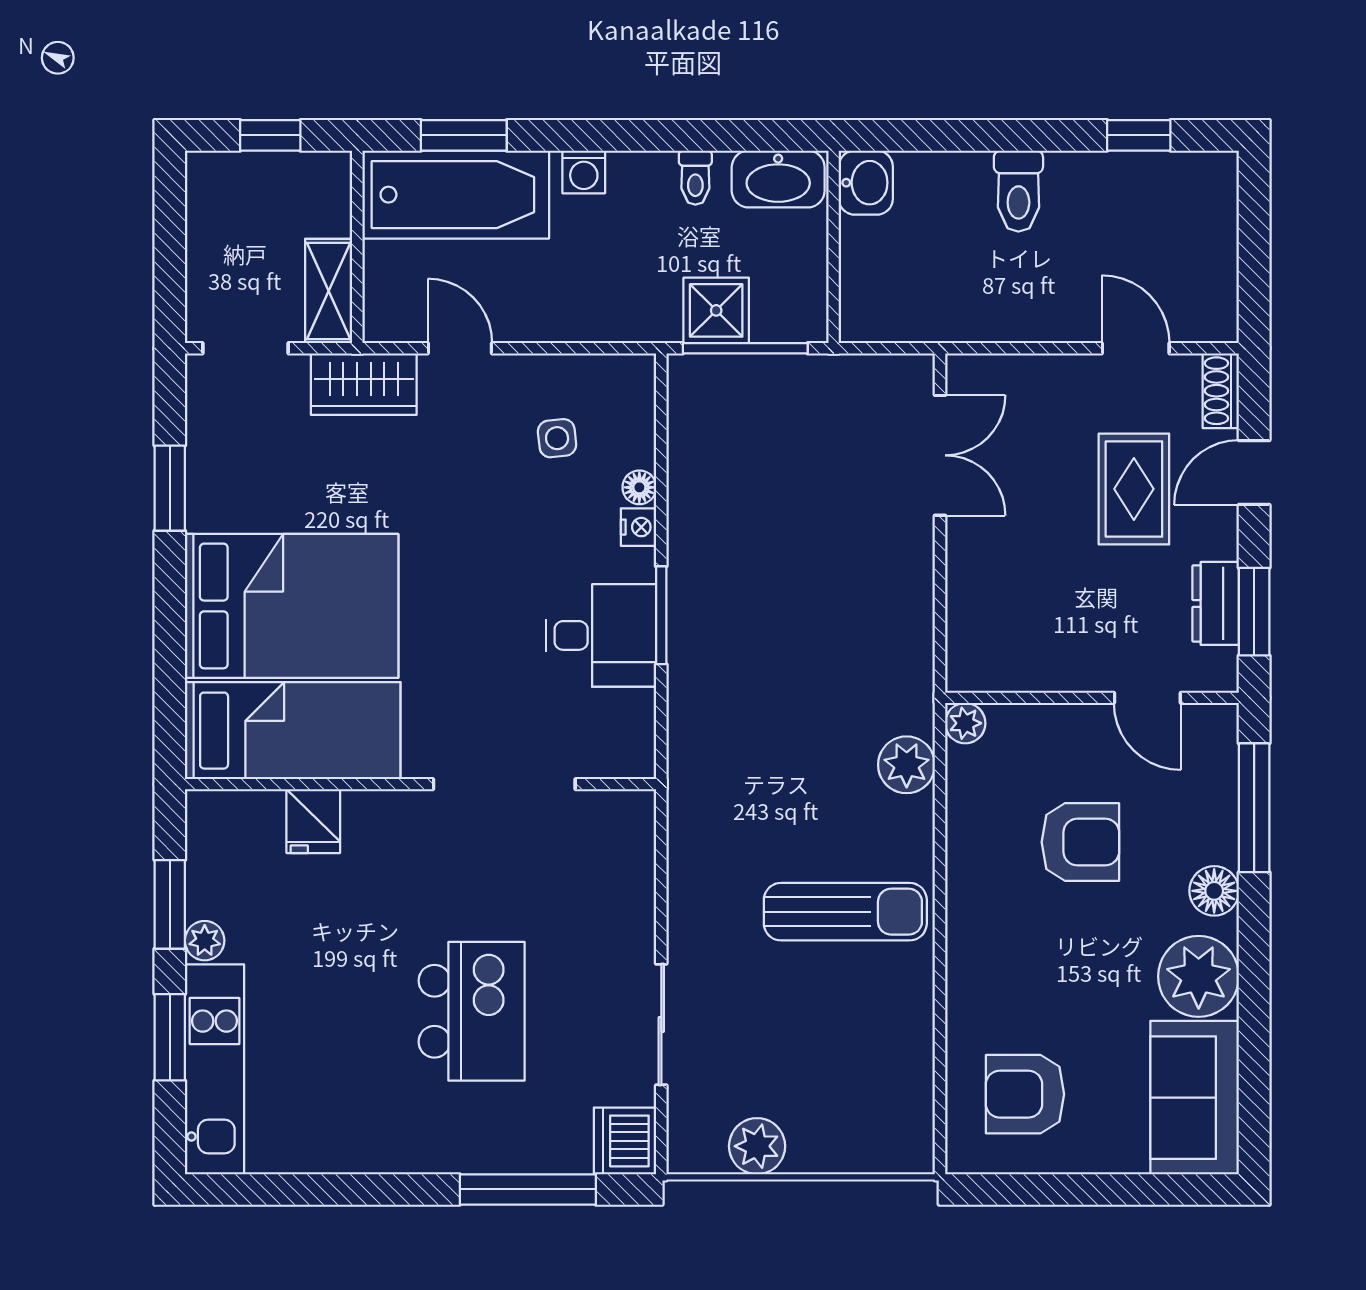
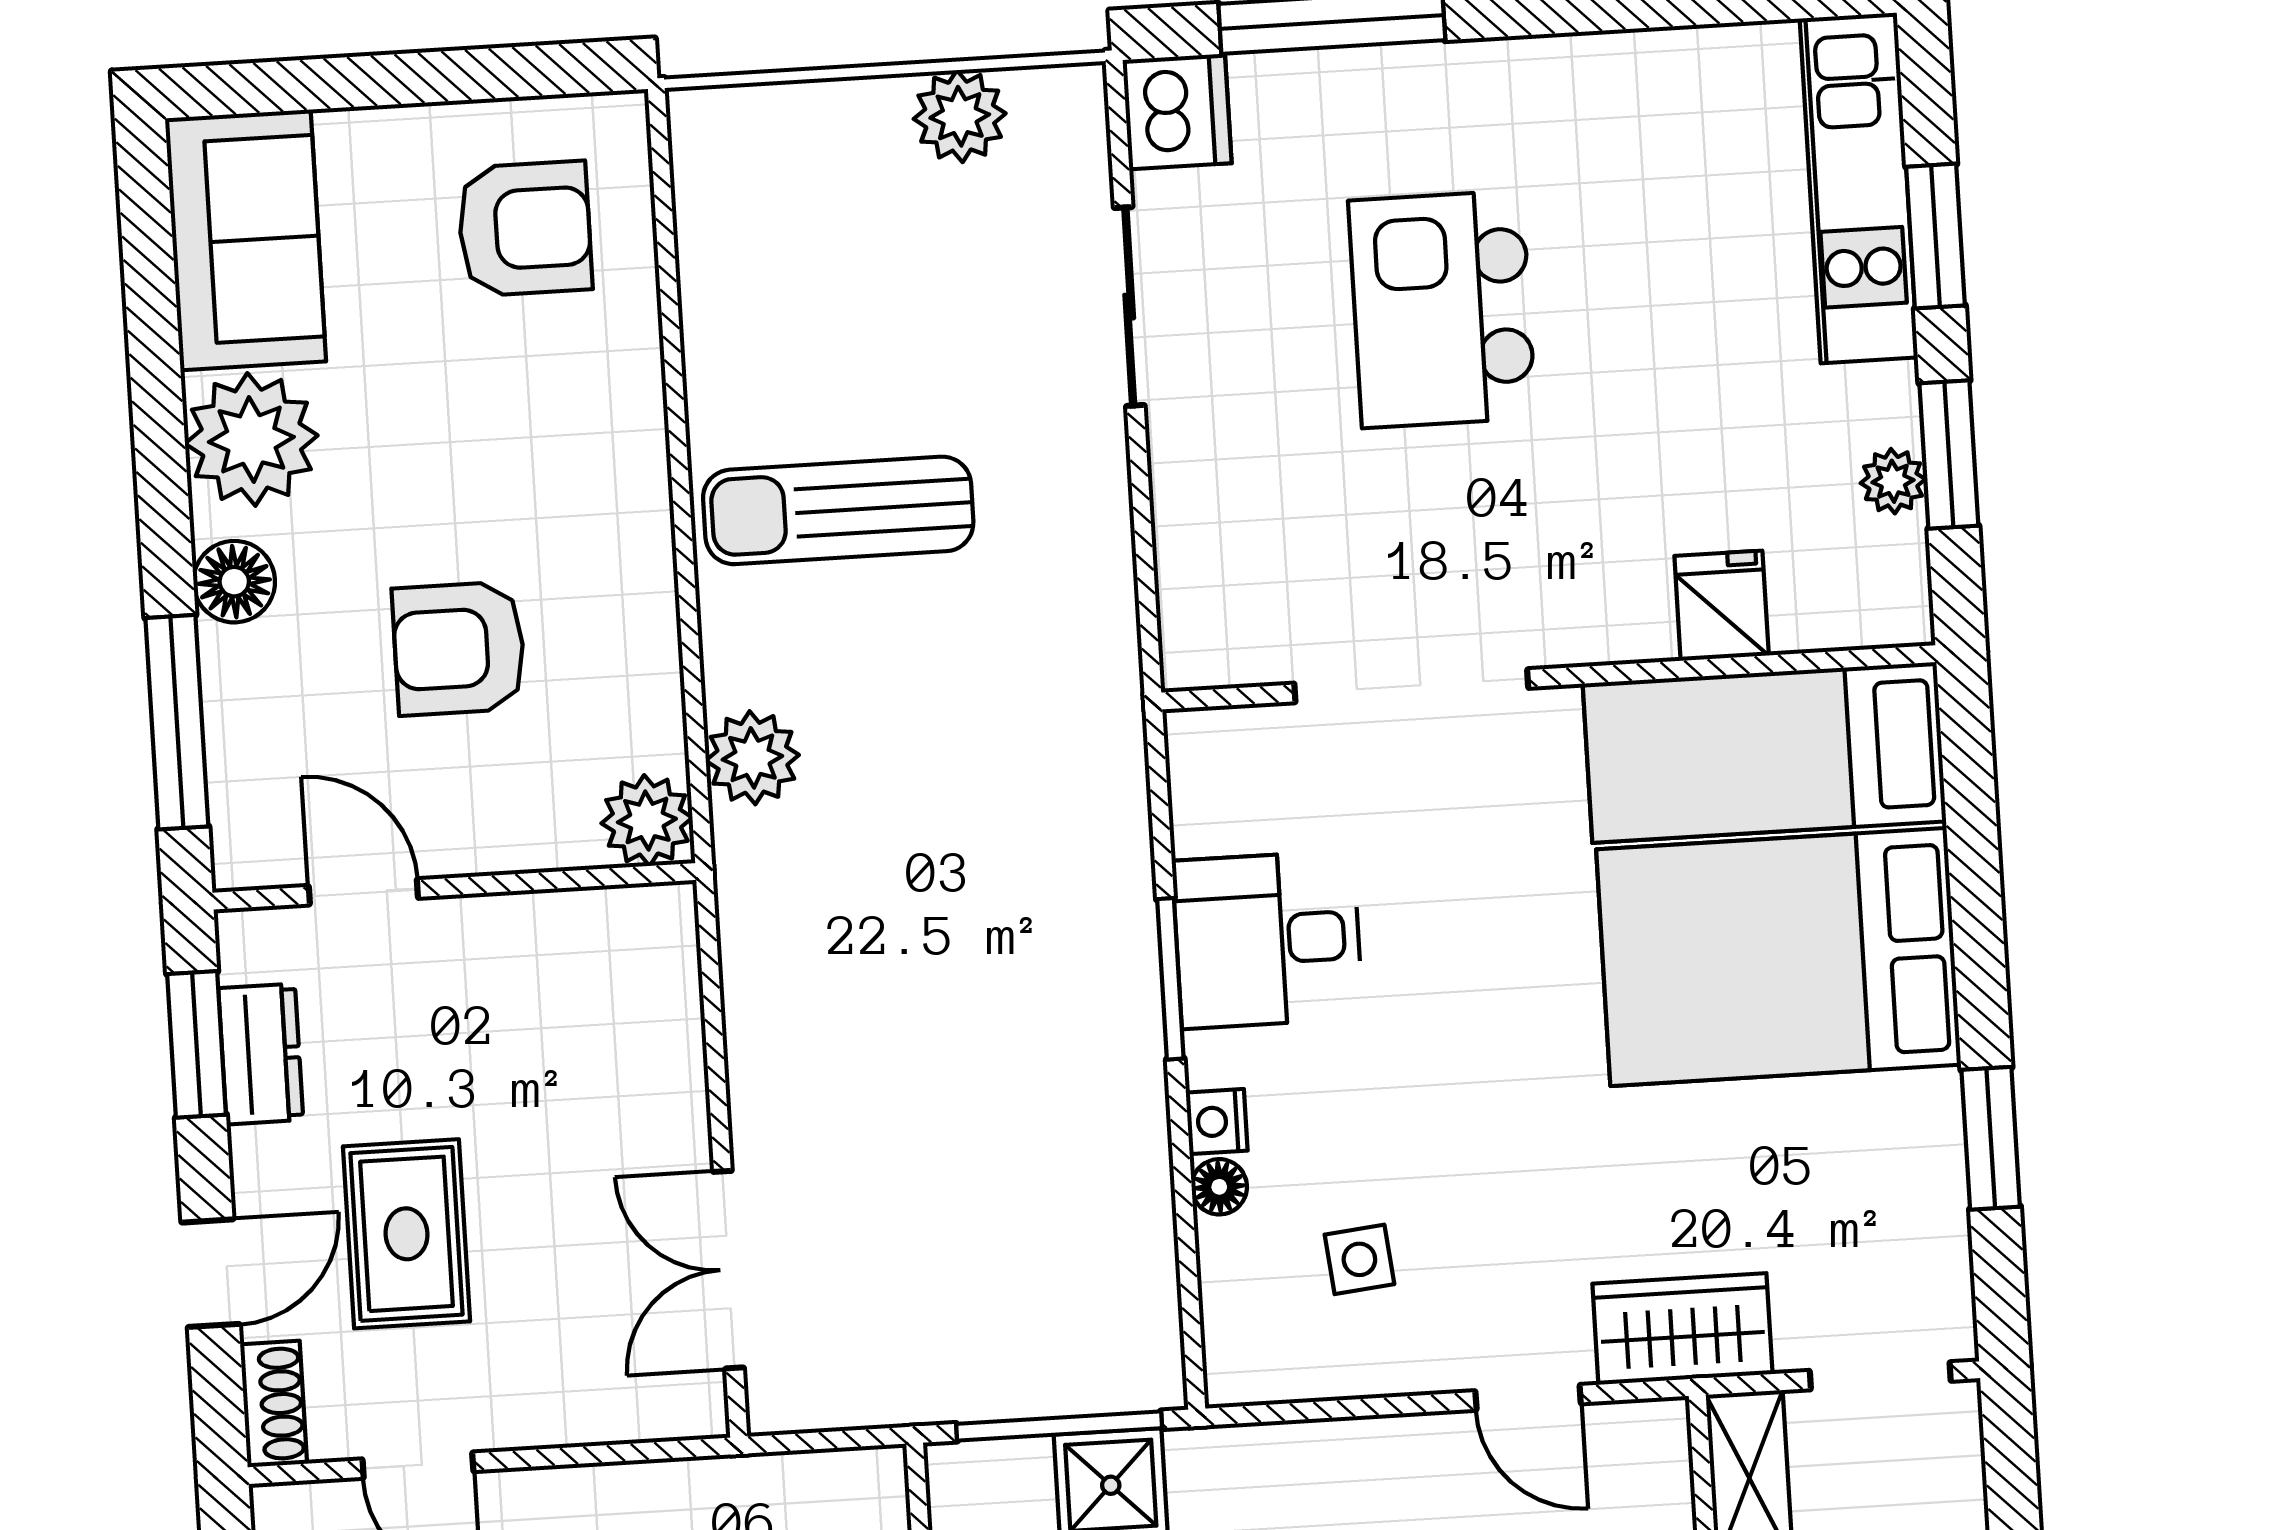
plant: (965, 723) -> (647, 820), width x1.38, depth x1.38
plant: (205, 941) -> (1893, 481), moved

